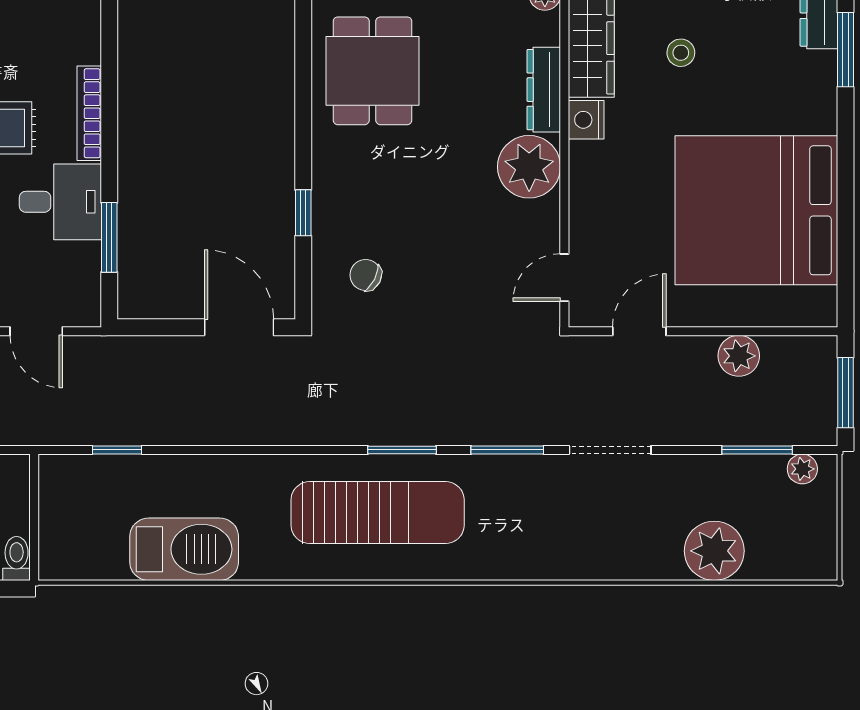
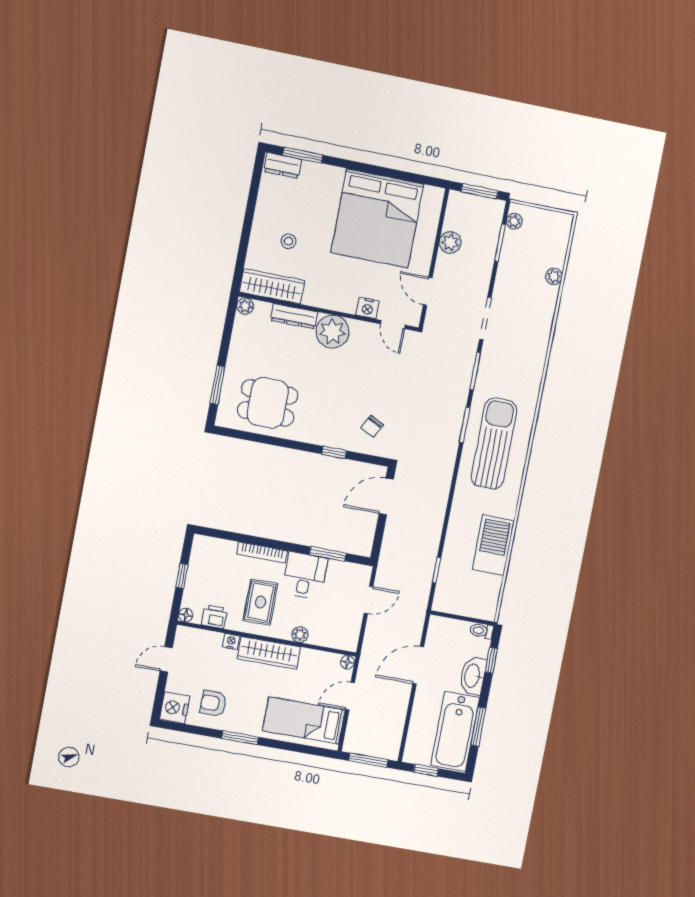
nightstand: (586, 120) -> (368, 308), moved
plant: (714, 551) -> (554, 276), width x0.53, depth x0.53

